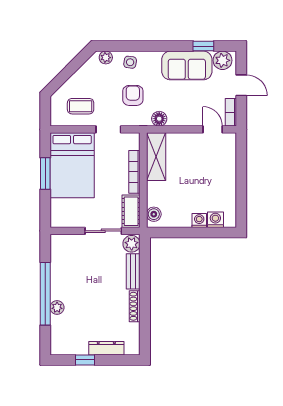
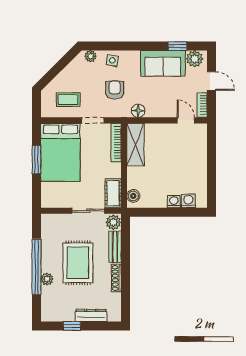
bookcase: (134, 172) -> (116, 143), moved
rug: (92, 289) -> (78, 263), added

